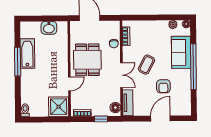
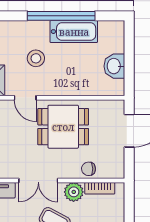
plant: (128, 53) -> (74, 192), added
window: (18, 62) -> (61, 16), width x1.46
stool: (44, 77) -> (36, 58), added

